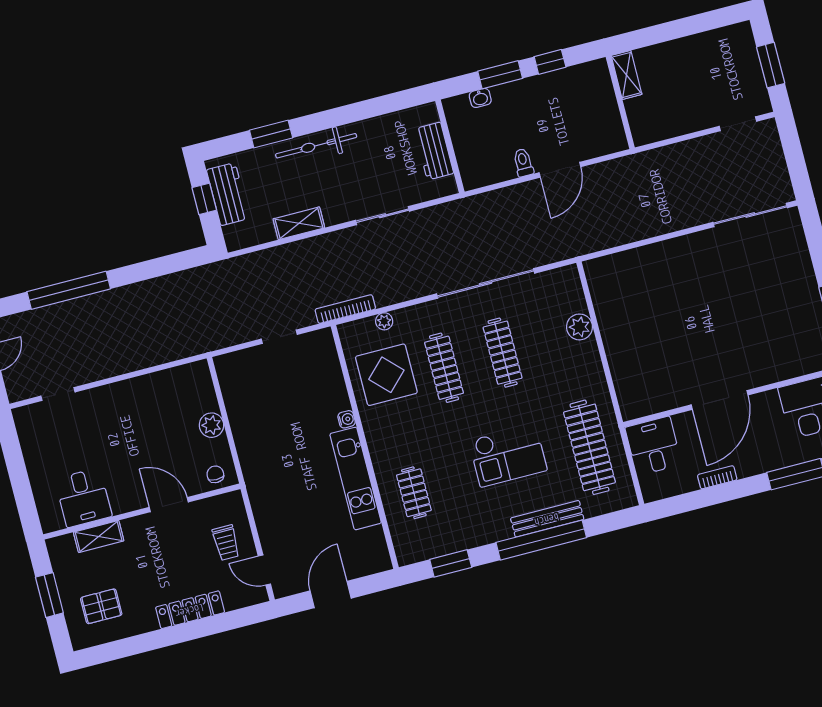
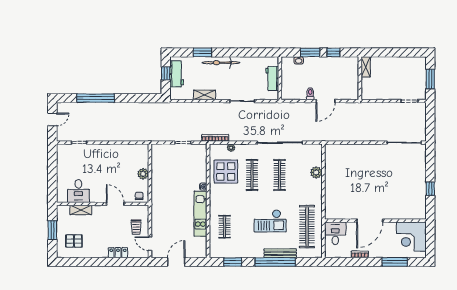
locker: (190, 610) -> (118, 253), width x0.66

